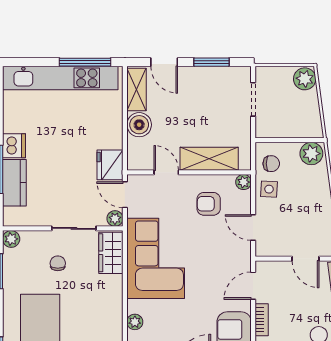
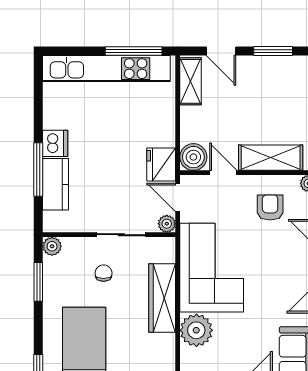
boiler: (139, 125) -> (193, 157), moved
armchair: (209, 204) -> (270, 207), turned 90
wardrobe: (111, 253) -> (162, 298), moved, width x1.50
plant: (135, 322) -> (196, 330), width x1.87, depth x1.87

